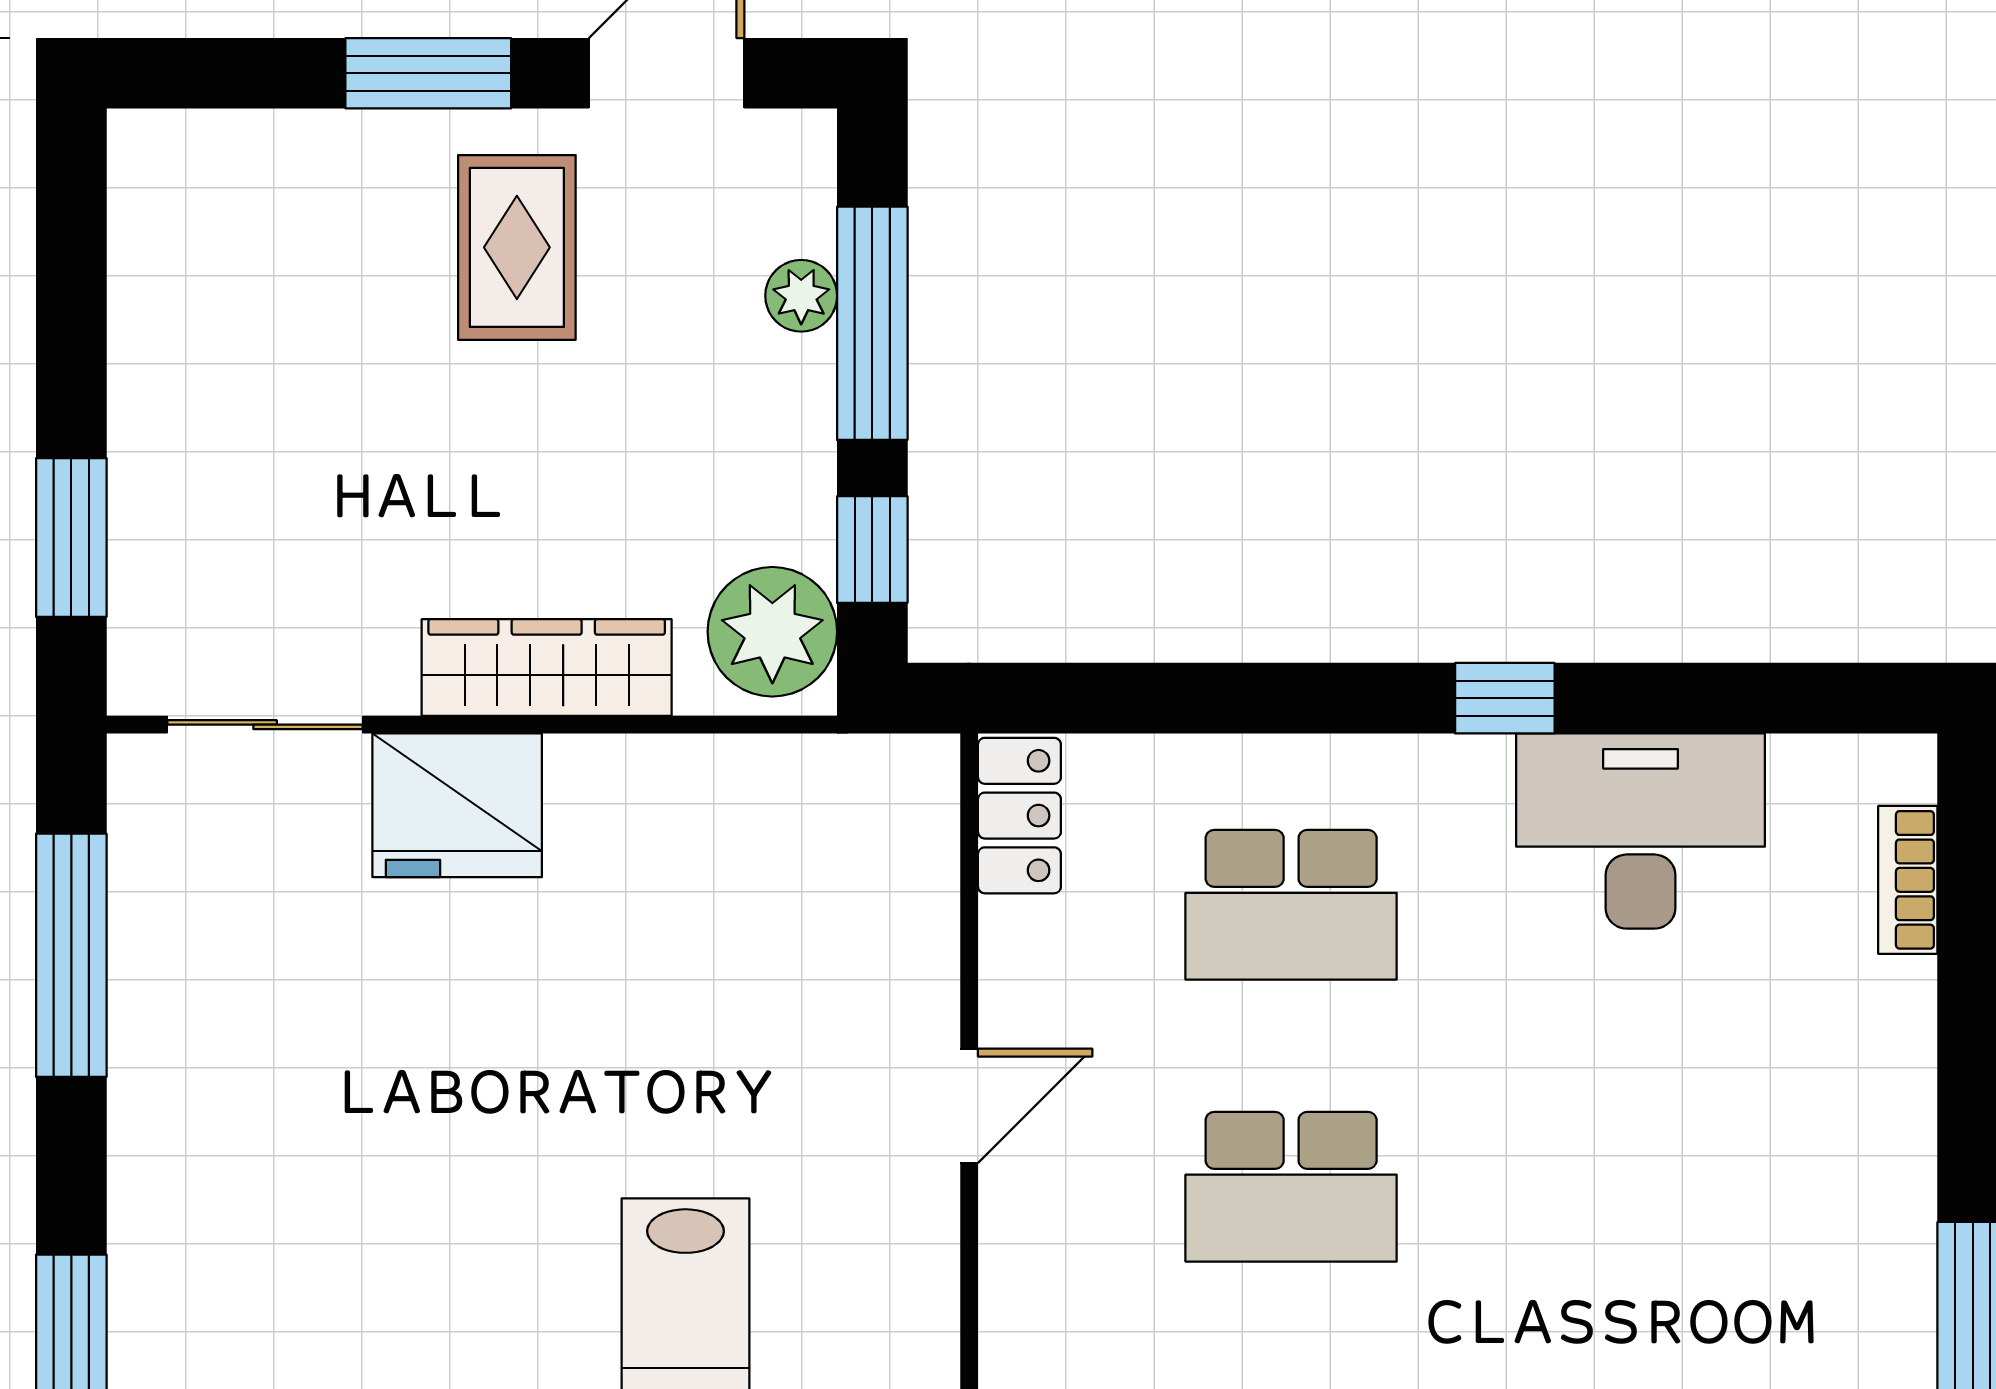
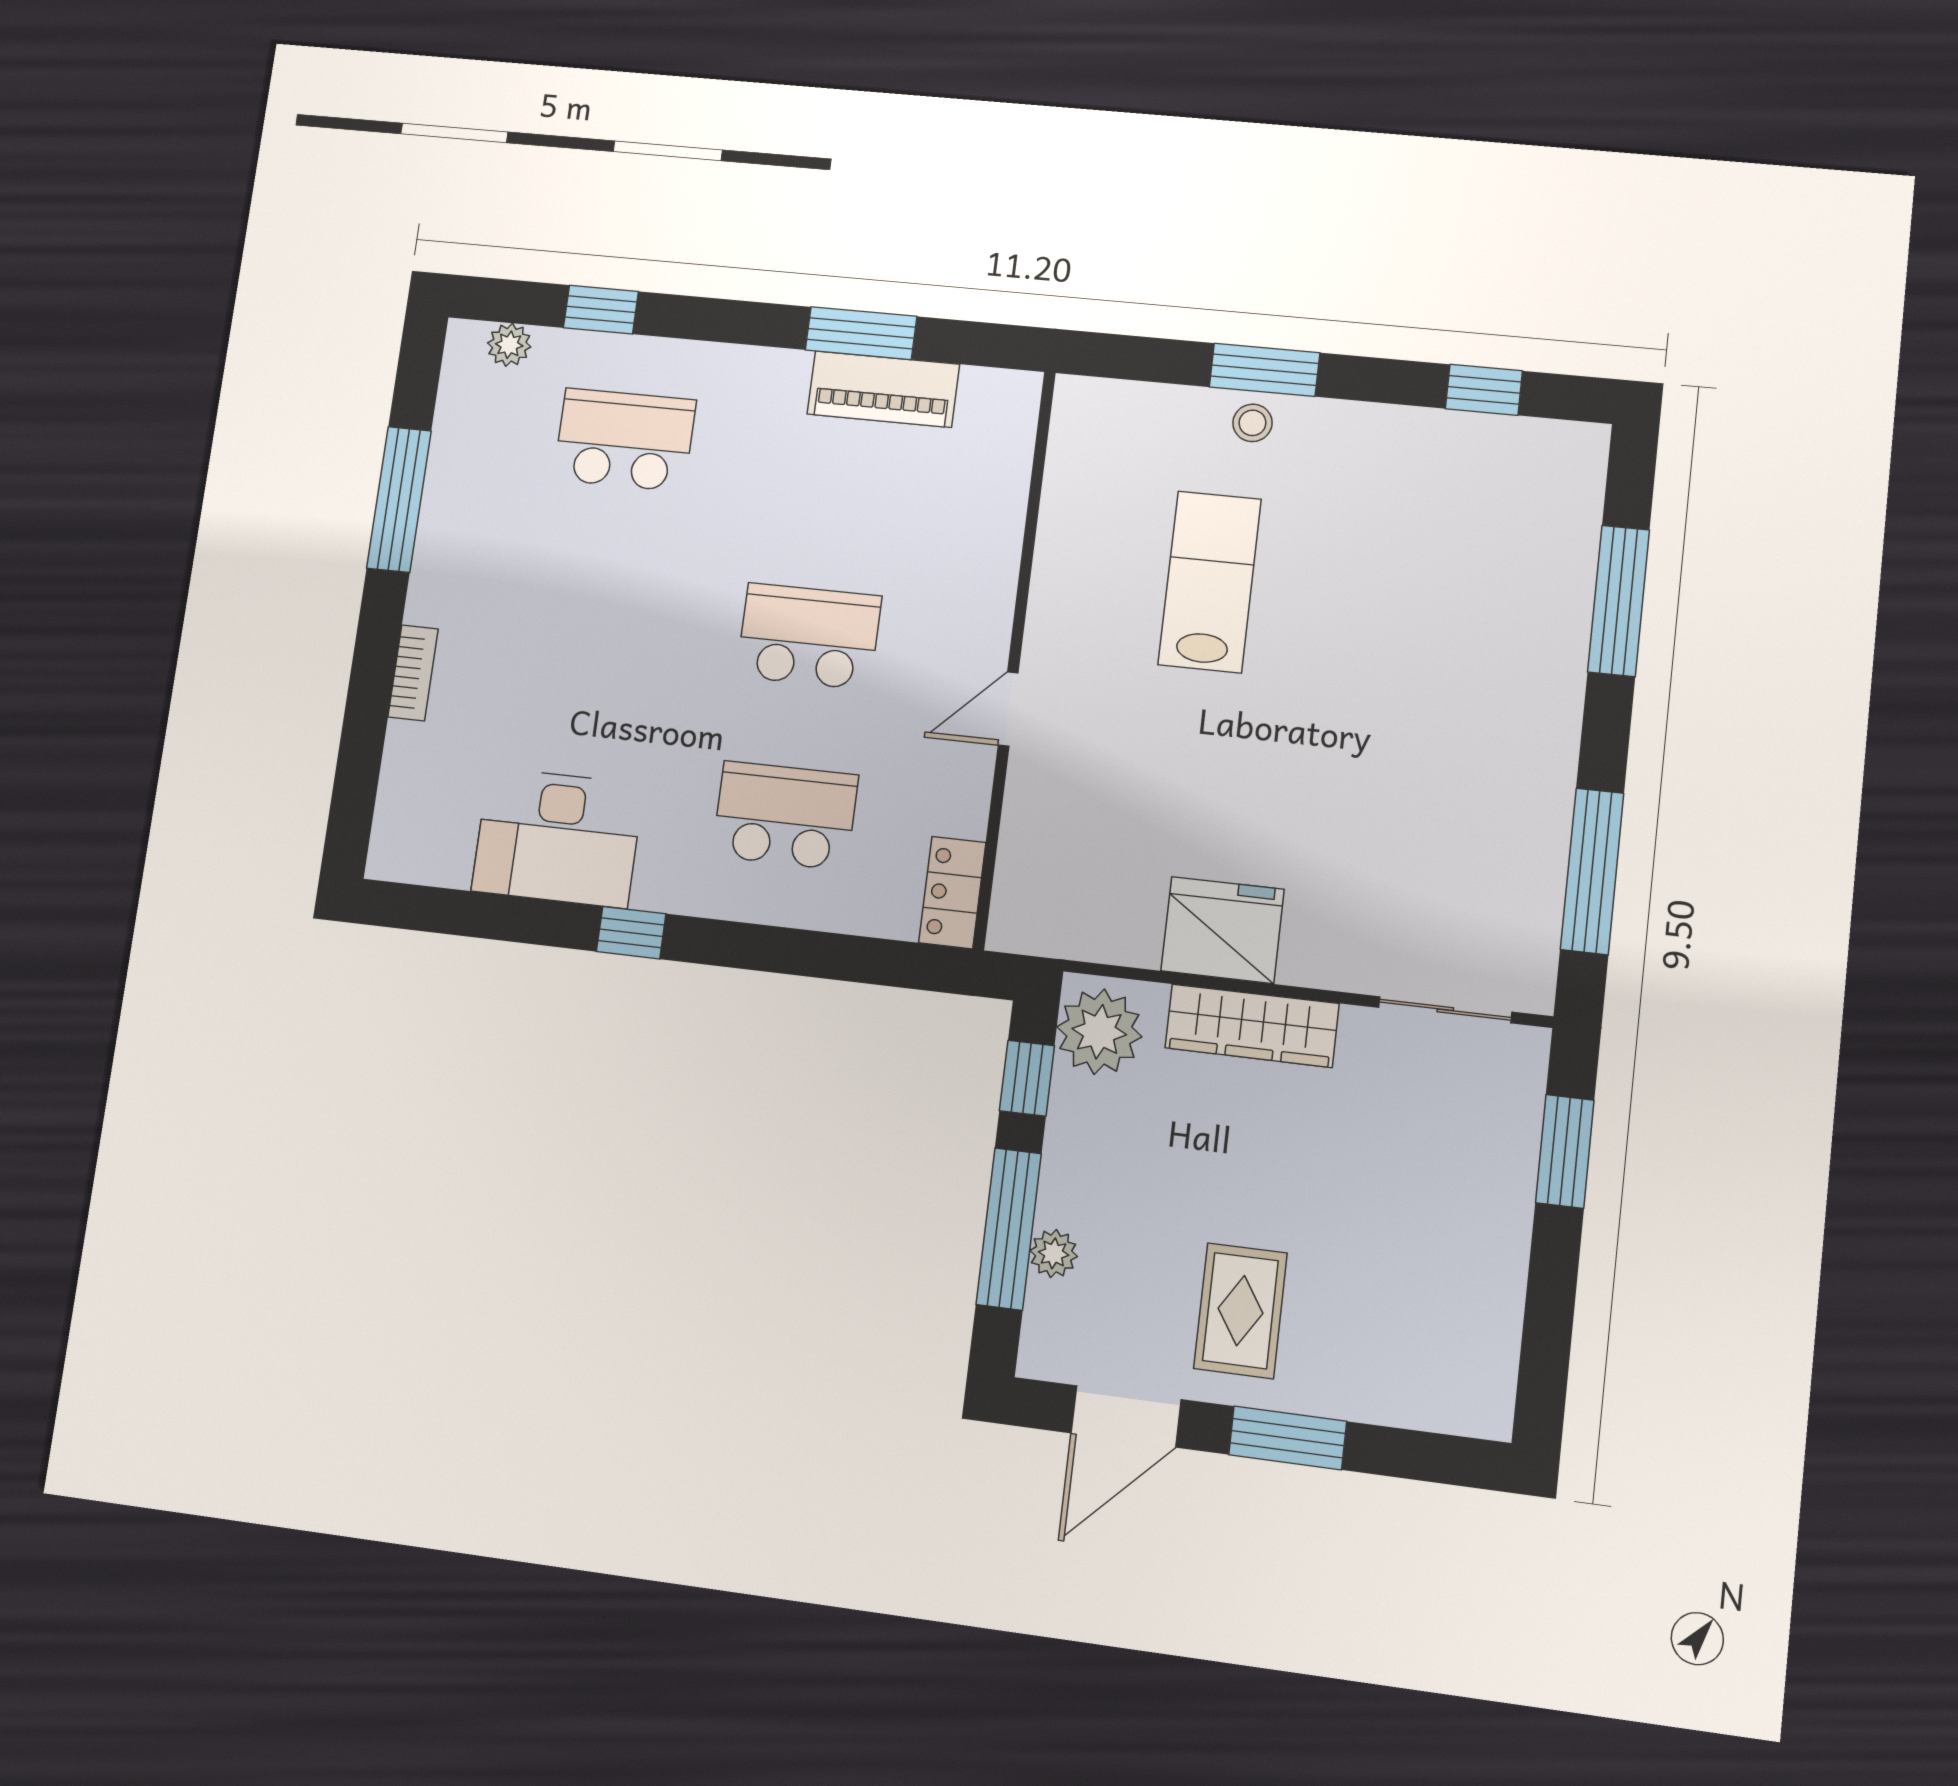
fridge: (457, 805) -> (1222, 930), moved
bookcase: (1908, 880) -> (413, 673), moved

